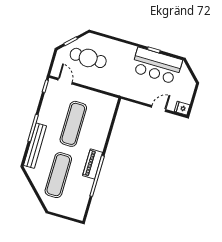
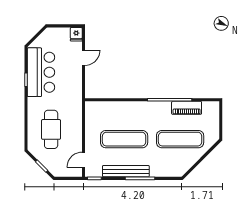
cafe table: (88, 58) -> (51, 129), moved
door: (159, 108) -> (83, 58), swing flipped
bench: (35, 146) -> (126, 171), moved
piano: (93, 164) -> (187, 108), moved

